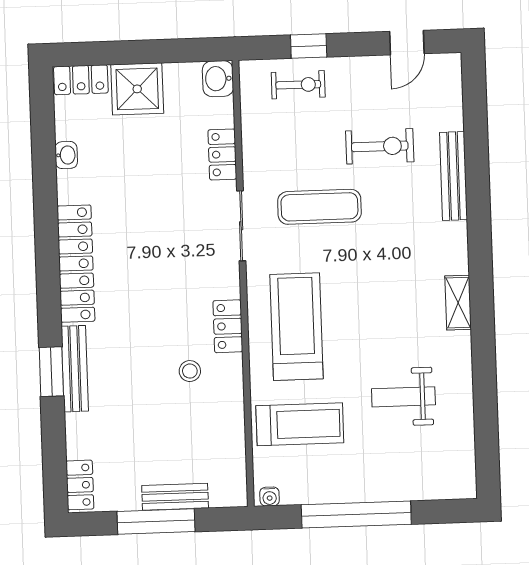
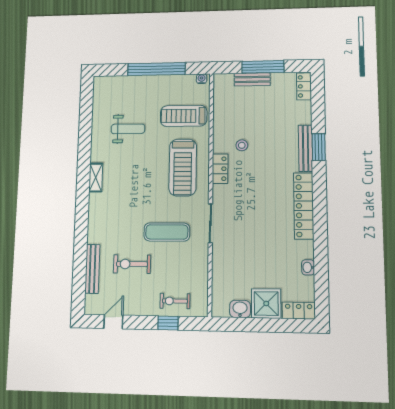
washbasin: (218, 79) -> (240, 309), moved, turned -90
locker: (222, 154) -> (219, 264), removed
bench: (454, 176) -> (92, 269), moved

